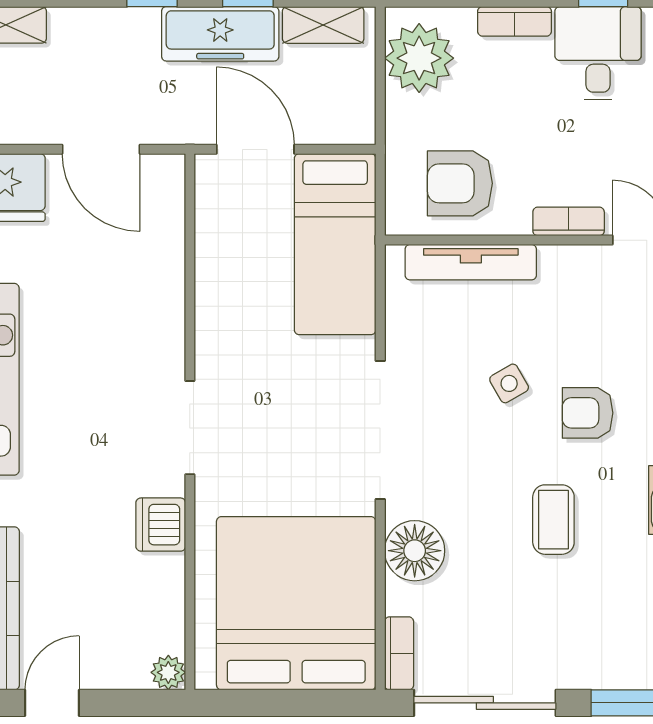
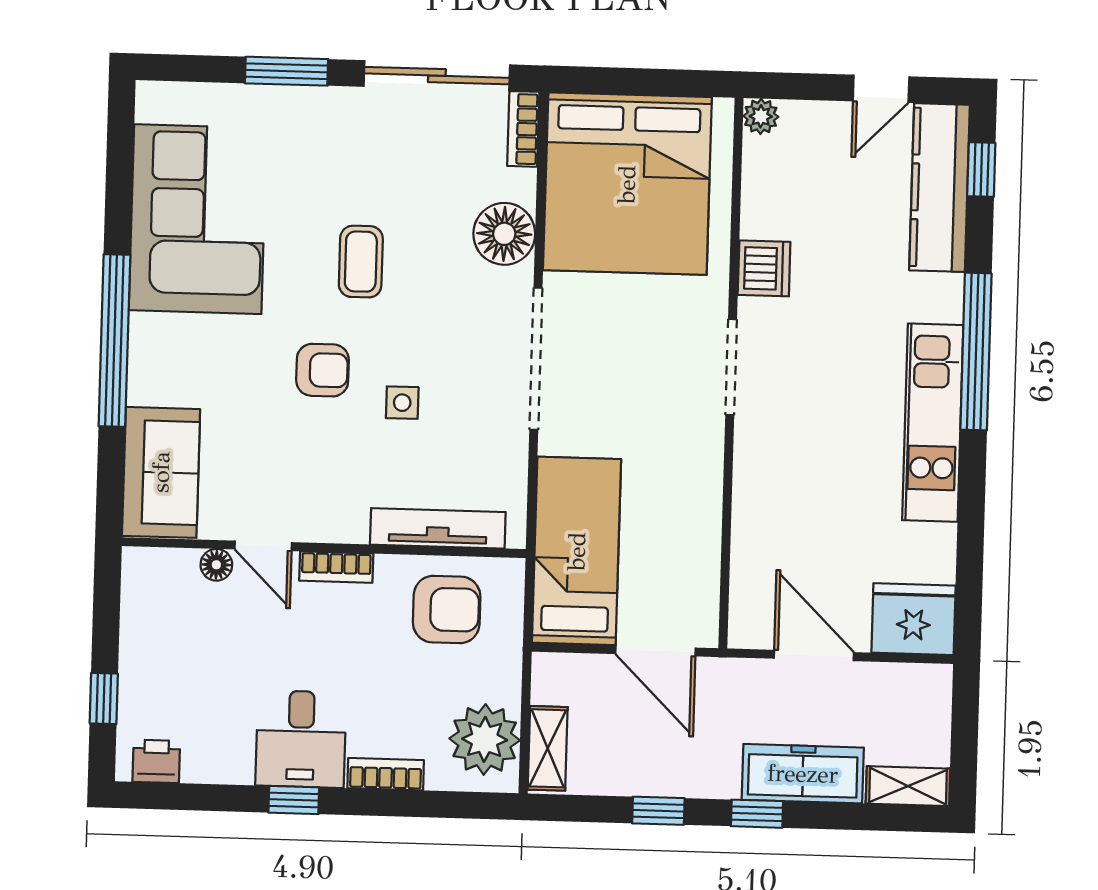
shelving: (323, 25) -> (548, 748), moved, turned 90
freezer: (220, 34) -> (803, 774), moved
side table: (509, 383) -> (402, 403), turned 30

